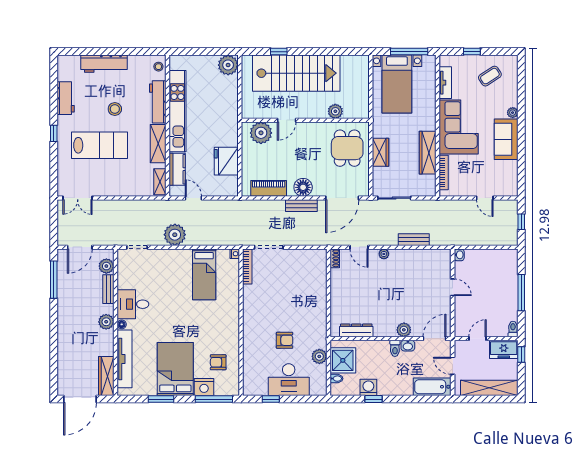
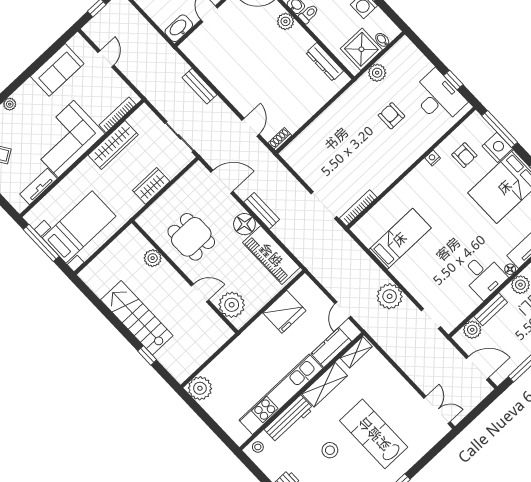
stairs: (296, 73) -> (137, 318), width x0.73, depth x0.66
sofa: (506, 139) -> (57, 70), moved
dining table: (347, 148) -> (191, 237), moved, turned 90
piano: (269, 188) -> (271, 255), width x1.37, depth x1.33
door: (342, 198) -> (222, 182), width x0.73
nightstand: (235, 254) -> (433, 158), moved
plant: (384, 254) -> (236, 100), removed
washbasin: (459, 255) -> (179, 28), width x1.91, depth x1.45
desk: (289, 380) -> (438, 97), moved

